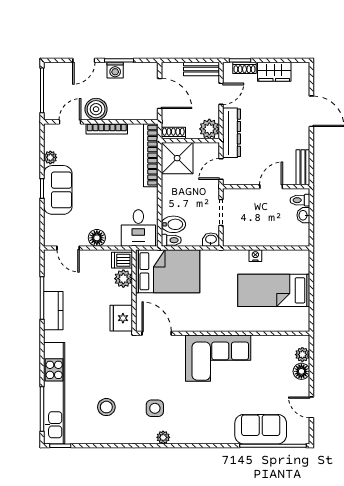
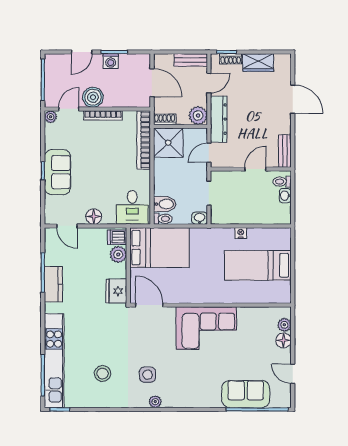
plant: (50, 157) -> (51, 117), moved

